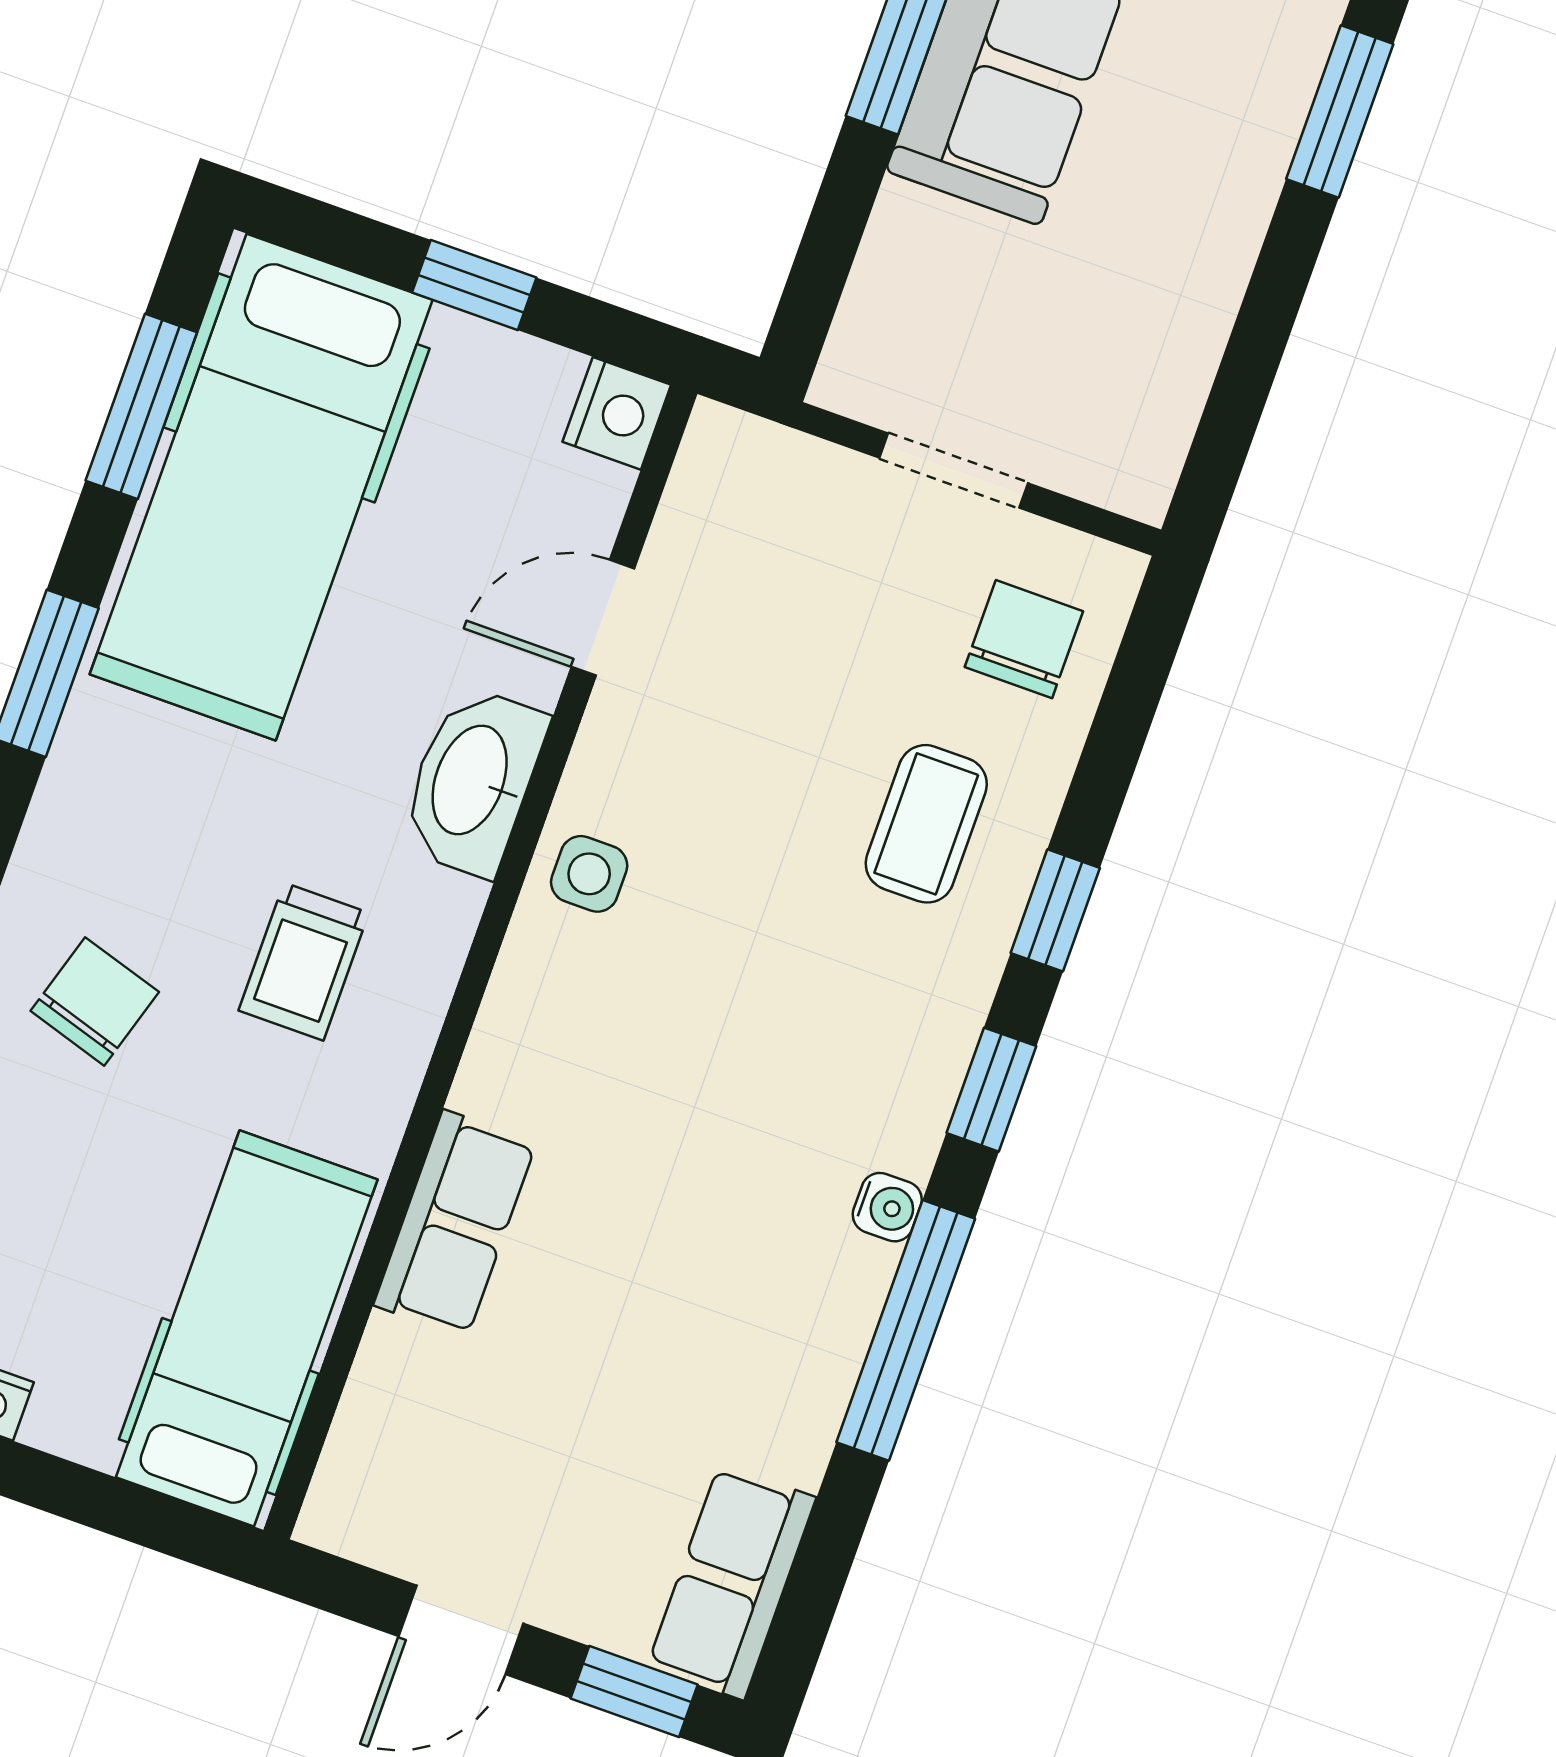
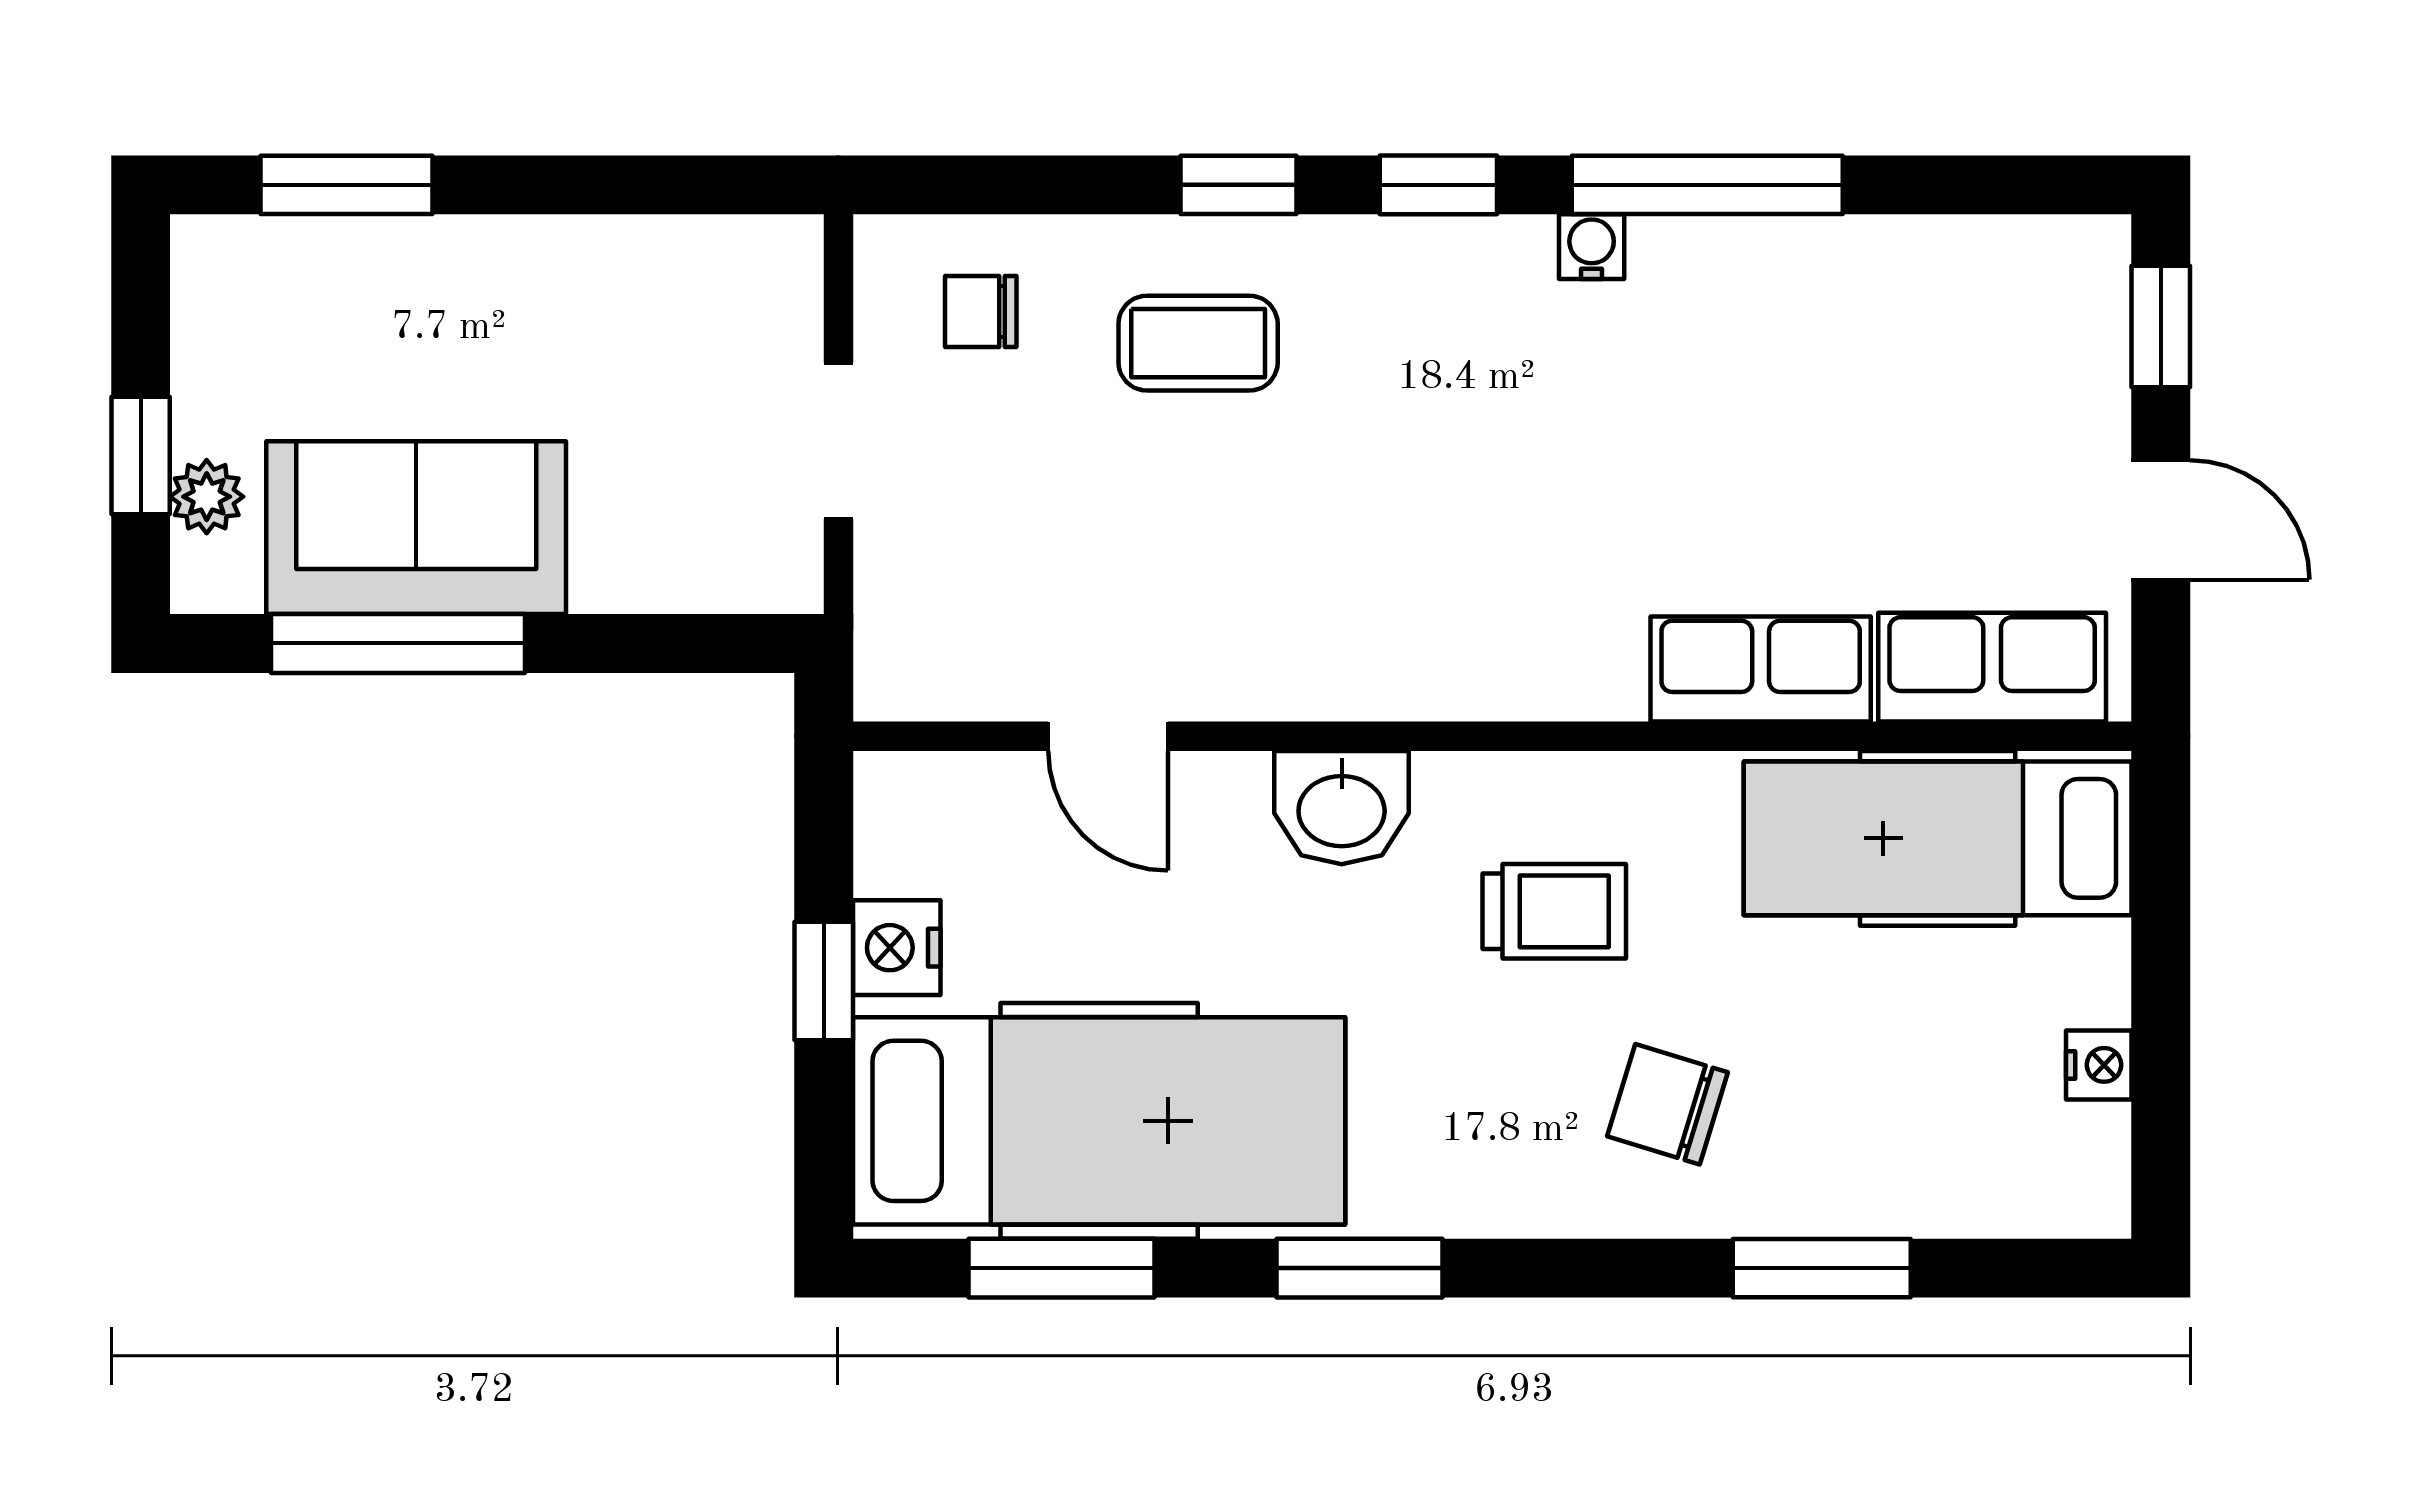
nightstand: (617, 413) -> (897, 948), moved, turned -90
chair: (1024, 639) -> (981, 312), width x0.73, depth x0.73
washbasin: (473, 781) -> (1342, 808), width x0.72
side table: (589, 874) -> (1367, 659), removed
row of seats: (732, 1582) -> (1992, 667), moved, turned 180

